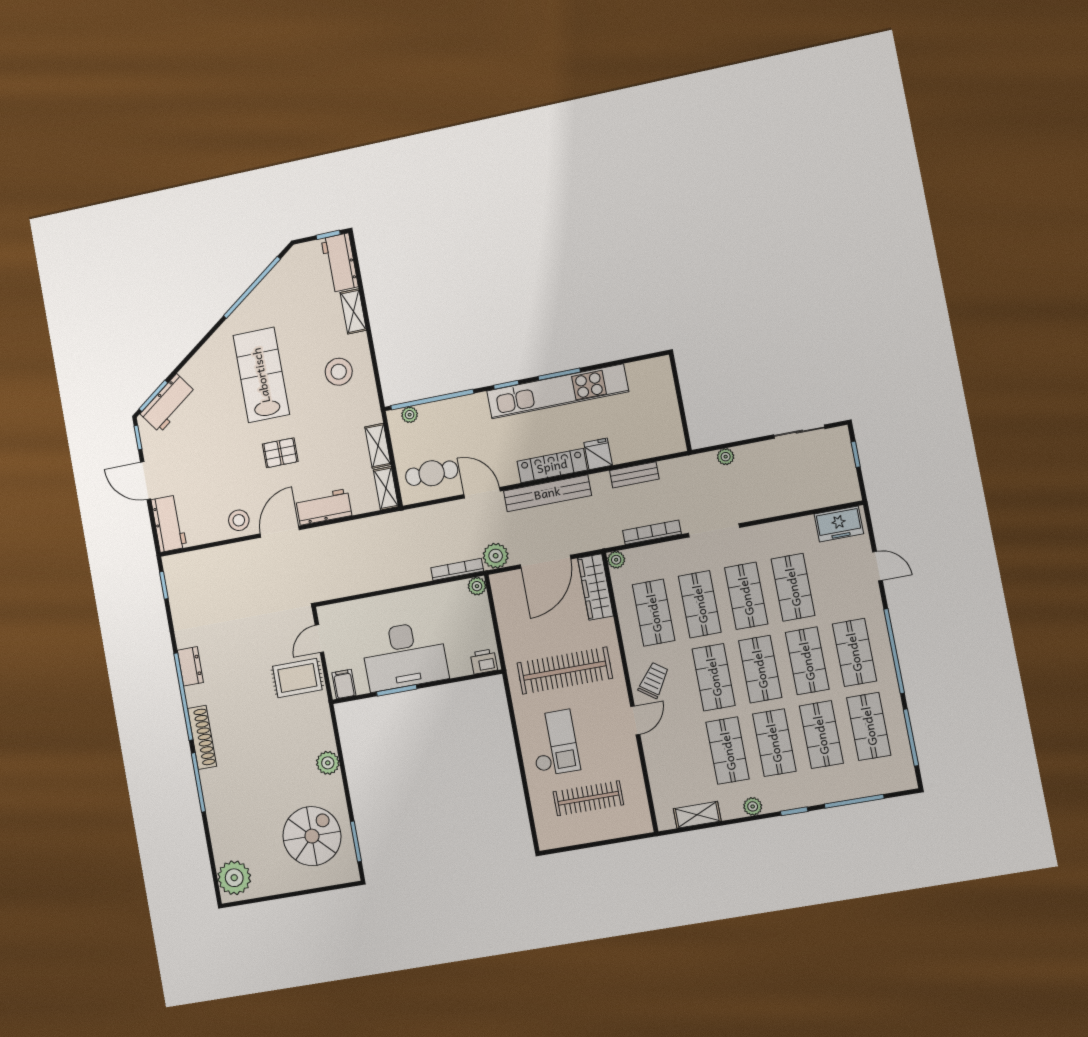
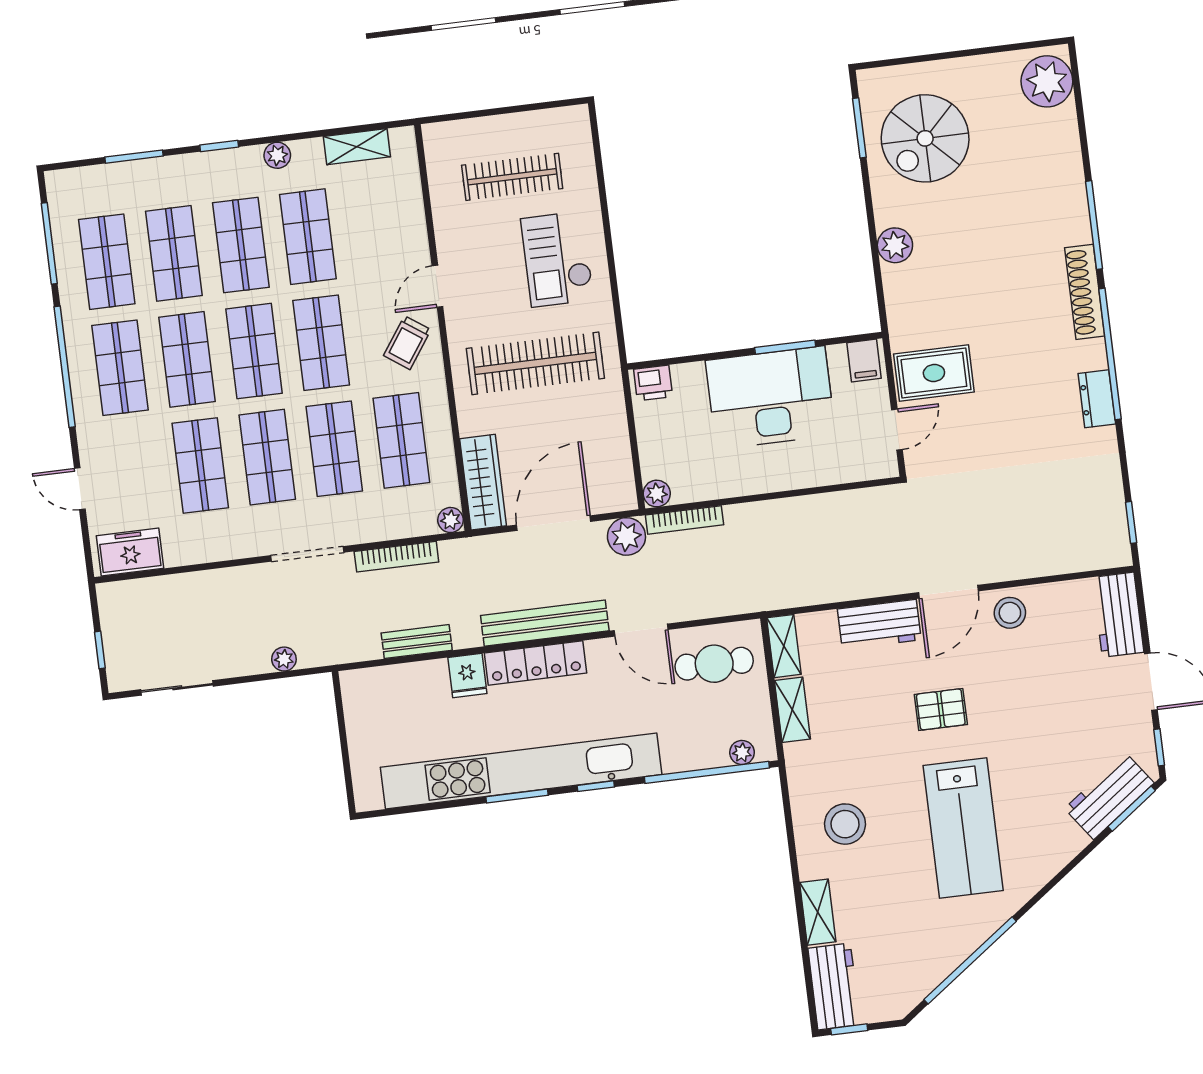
kitchen unit: (557, 391) -> (521, 771), width x1.36
window: (854, 801) -> (134, 157), width x0.69

